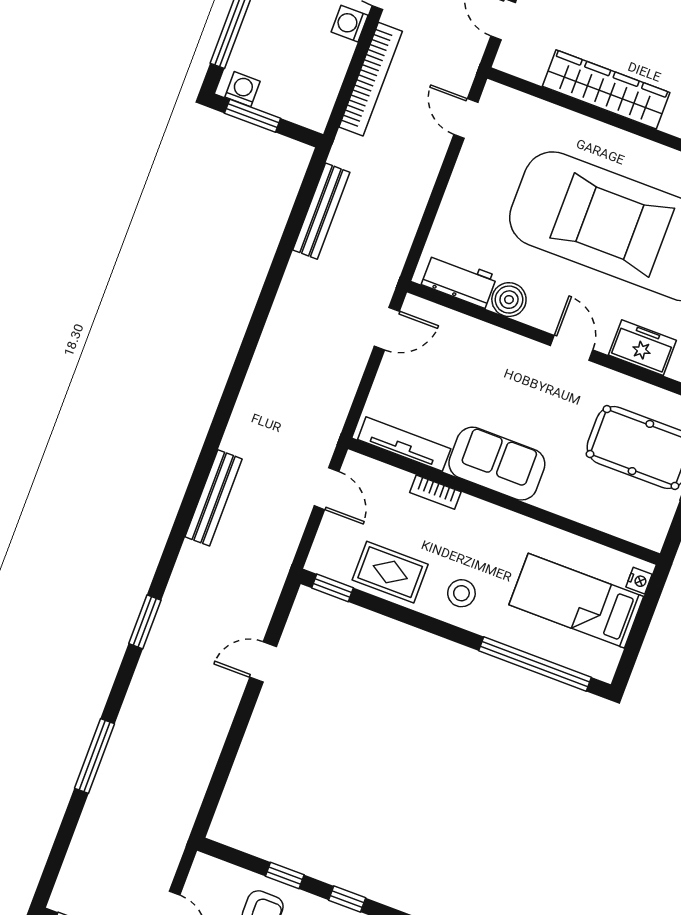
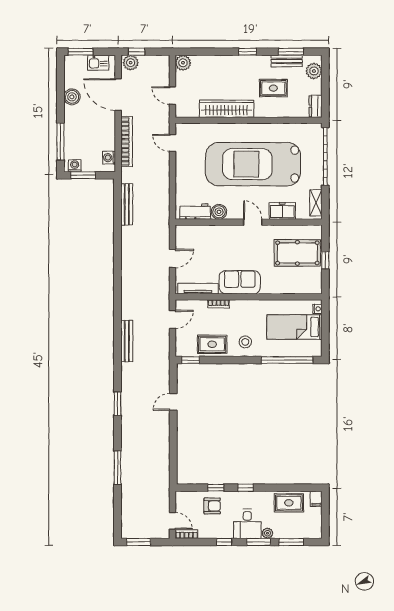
washing machine: (350, 24) -> (109, 158), moved
door: (387, 329) -> (173, 258), moved
door: (327, 489) -> (173, 319), hinge flipped

